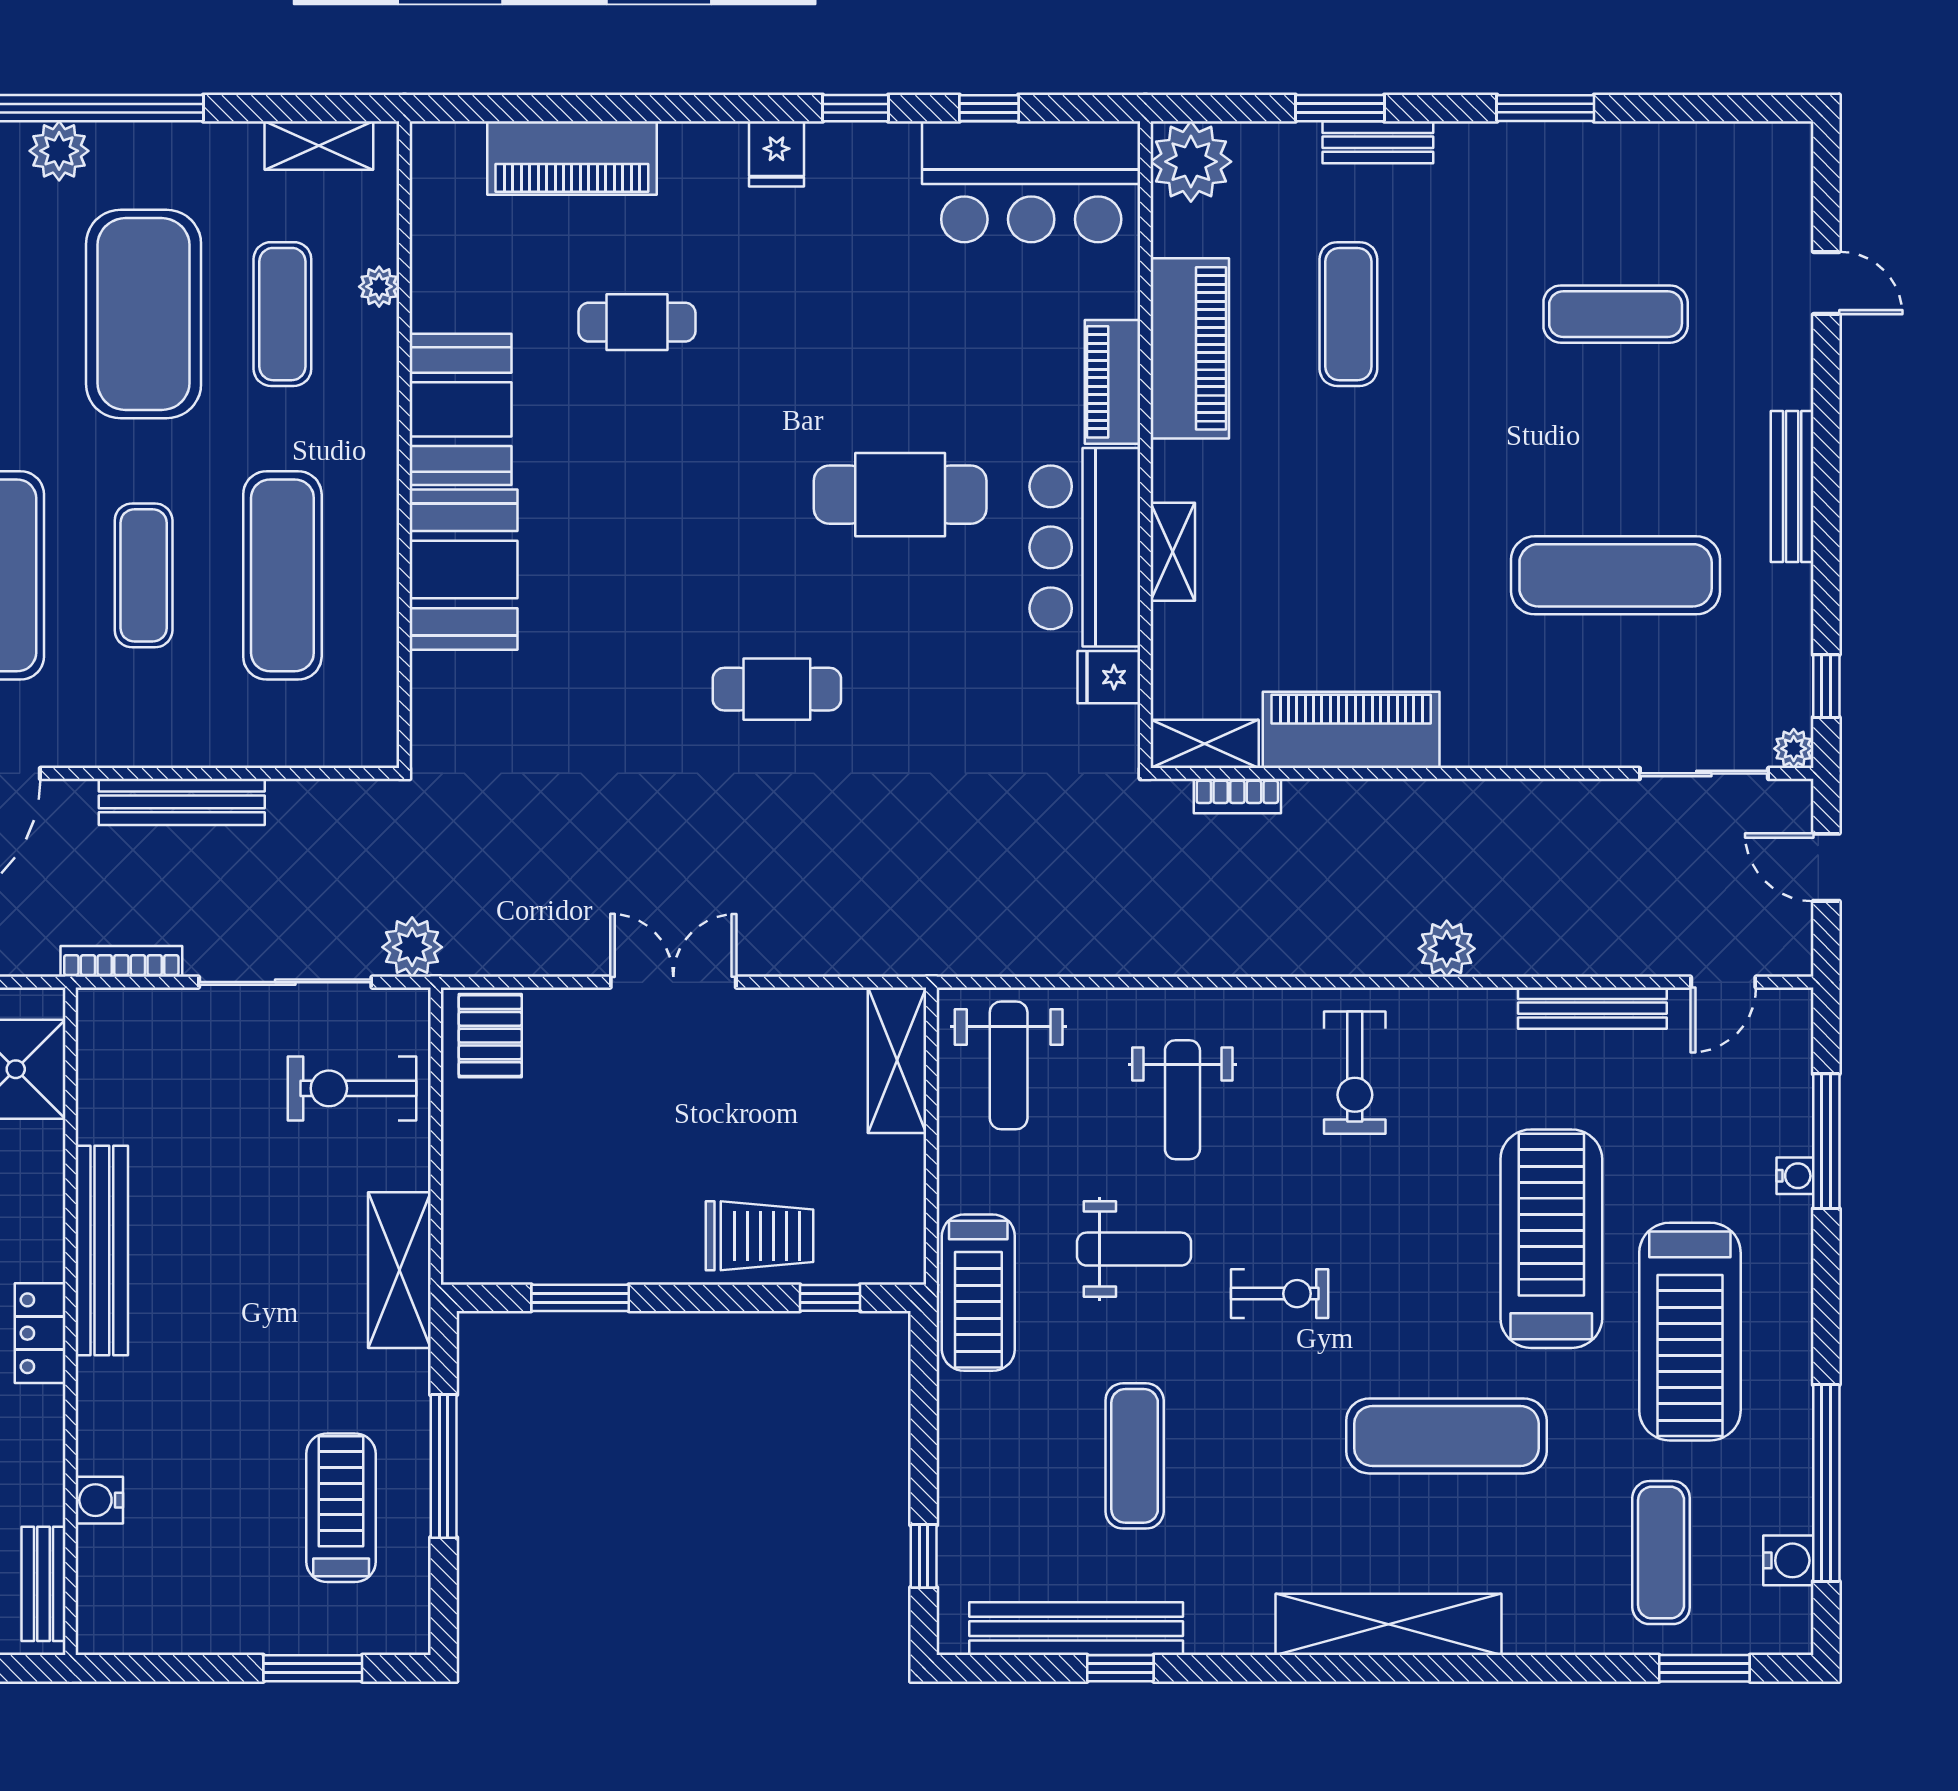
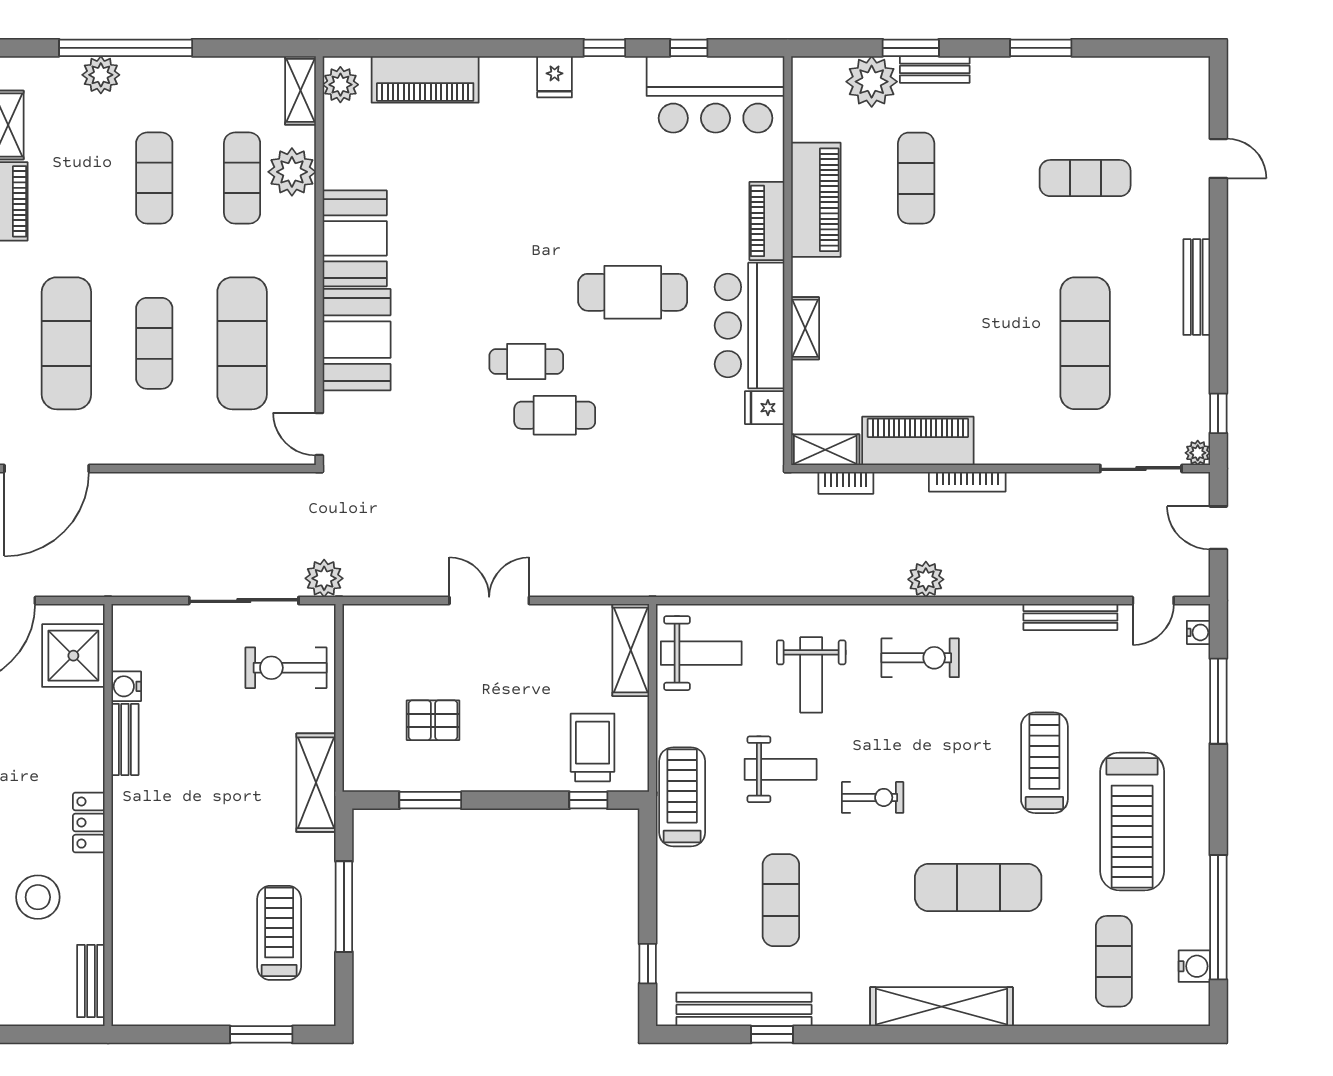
shelving: (319, 146) -> (300, 90), moved, turned 90
plant: (1191, 162) -> (872, 82), moved
plant: (438, 166) -> (340, 85), added
plant: (379, 287) -> (292, 172), width x1.87, depth x1.87
exercise mat: (144, 314) -> (154, 178), width x0.50, depth x0.69
cafe table: (637, 322) -> (526, 362), moved
exercise mat: (1616, 575) -> (1085, 343), turned 90
door: (404, 719) -> (319, 434), added
bench: (182, 802) -> (178, 486), removed
plant: (1447, 949) -> (926, 579), moved
bookcase: (121, 961) -> (967, 482), moved, turned 180
pallet: (490, 1036) -> (433, 720), moved, turned 90
weight bench: (1009, 1065) -> (701, 653), turned -90
exercise bike: (1355, 1073) -> (920, 658), turned -90
water cooler: (1795, 1176) -> (1198, 632), moved
trolley: (759, 1236) -> (593, 747), moved, turned -90
treadmill: (1551, 1239) -> (1044, 763), width x0.73, depth x0.73
bench: (102, 1250) -> (125, 739), width x0.54, depth x0.82
treadmill: (978, 1293) -> (682, 797), turned 180
water cooler: (99, 1500) -> (126, 686), moved
window: (1704, 1668) -> (1141, 1034), removed

